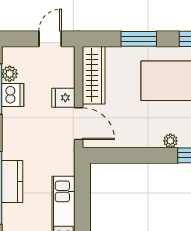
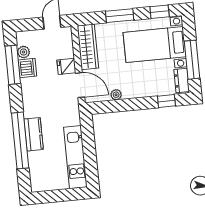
plant: (170, 141) -> (116, 95), moved

